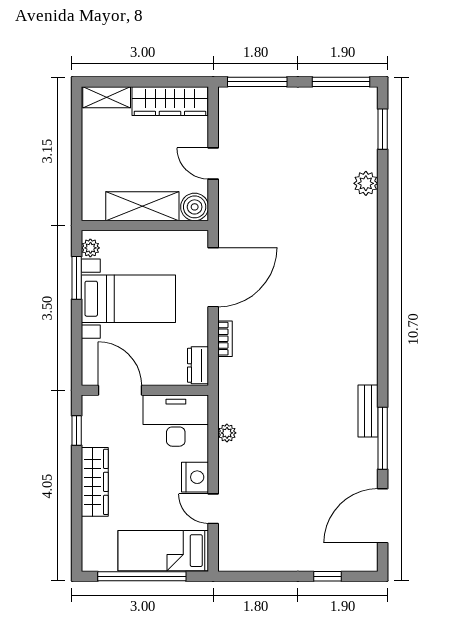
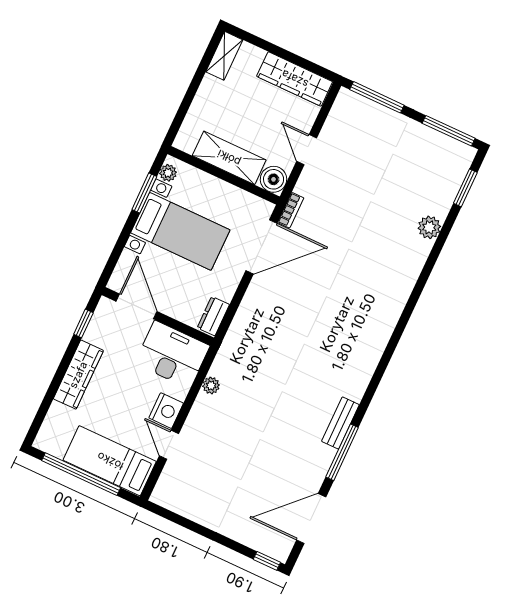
shelving: (107, 97) -> (224, 56), moved, turned 90
bookcase: (225, 339) -> (291, 210), moved
window: (327, 576) -> (267, 561), moved

